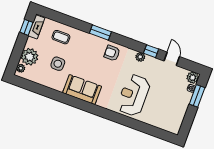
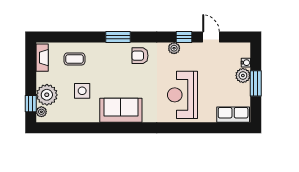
window: (26, 27) -> (31, 104), moved
plant: (193, 78) -> (243, 75), moved
window: (197, 96) -> (256, 83), moved
row of seats: (167, 125) -> (233, 115), added

